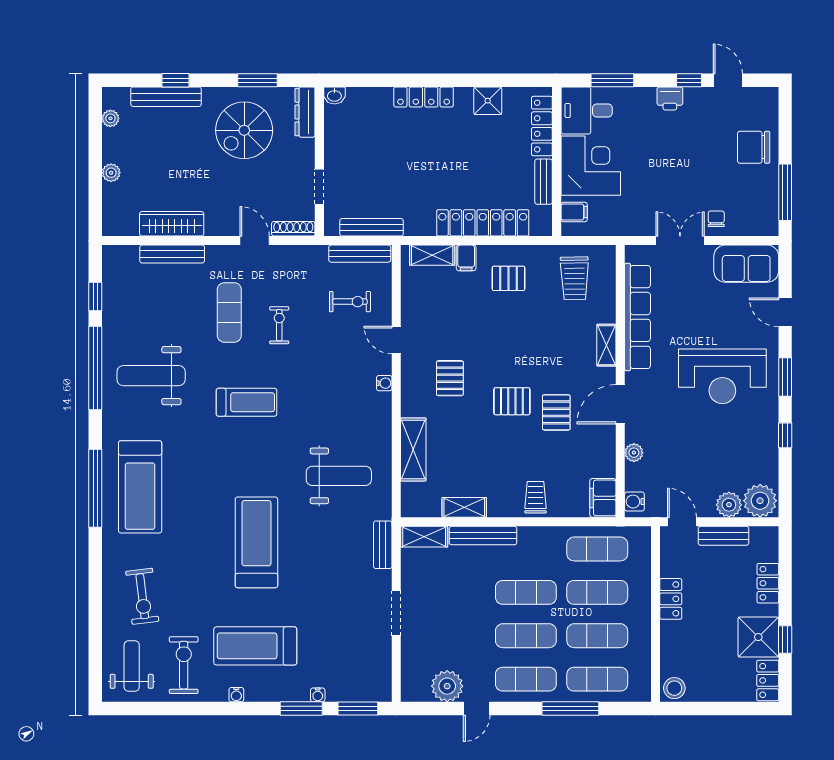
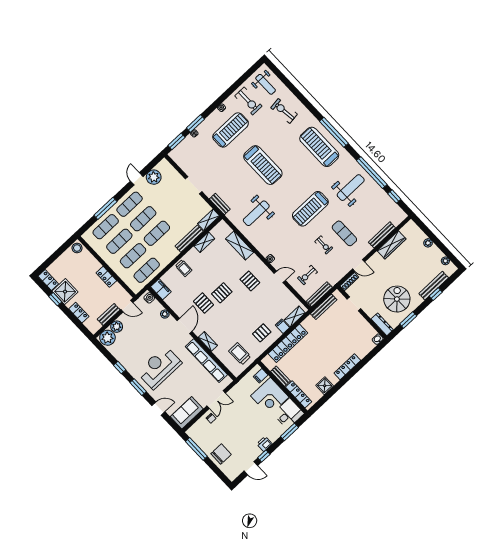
treadmill: (247, 402) -> (310, 209), width x1.37, depth x1.38

